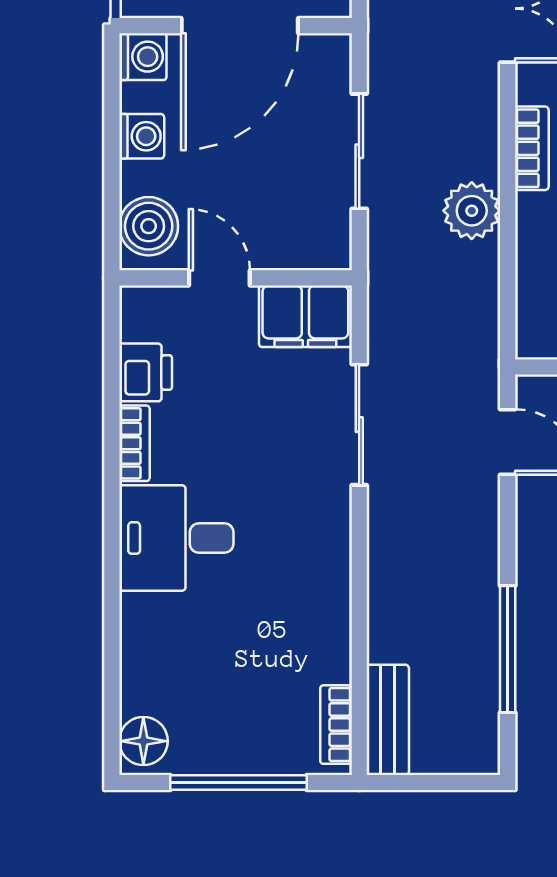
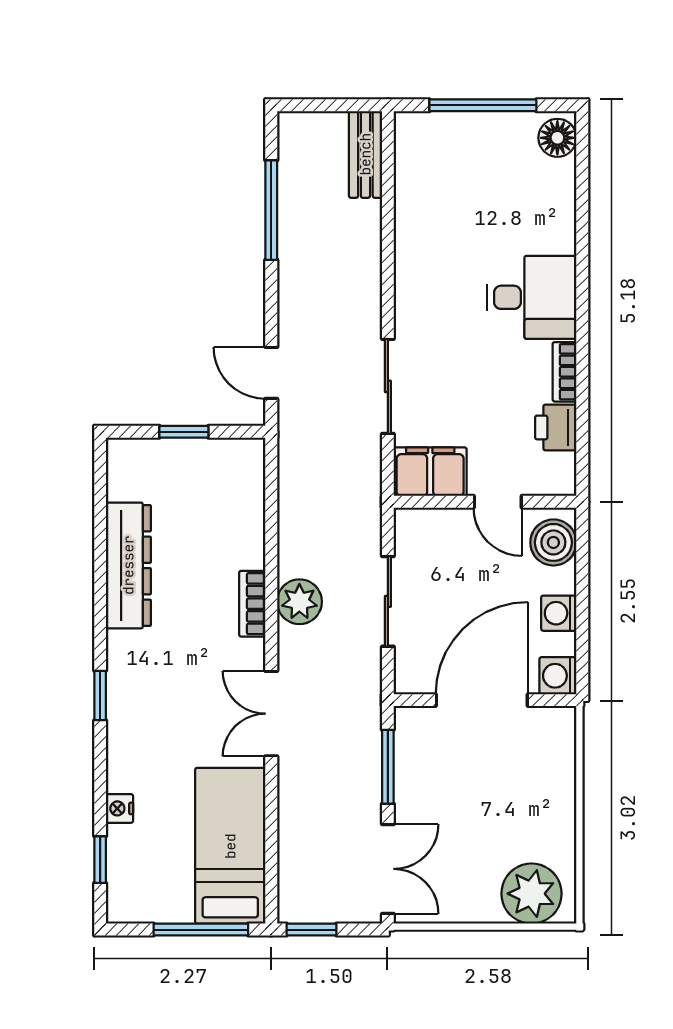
plant: (472, 211) -> (299, 602), moved
bookcase: (336, 725) -> (406, 151), removed

